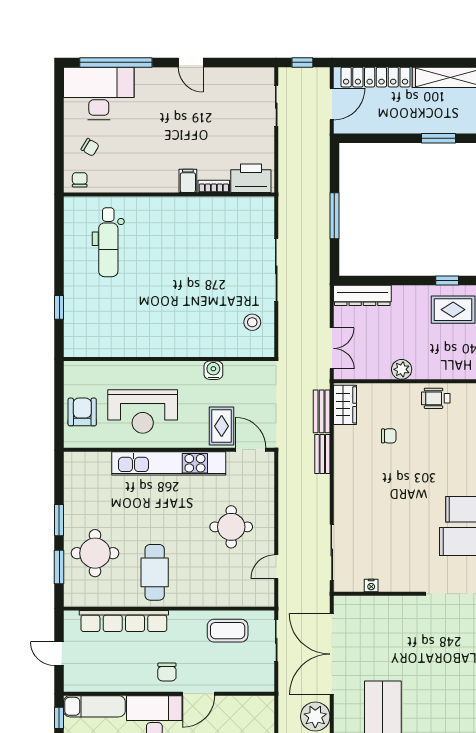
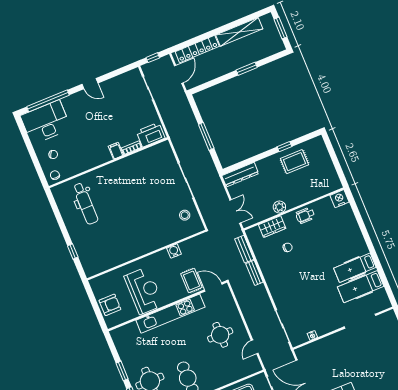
wardrobe: (345, 405) -> (272, 227), moved, turned 90
reception desk: (143, 411) -> (144, 291), turned -90
armchair: (82, 412) -> (110, 305), turned 90

